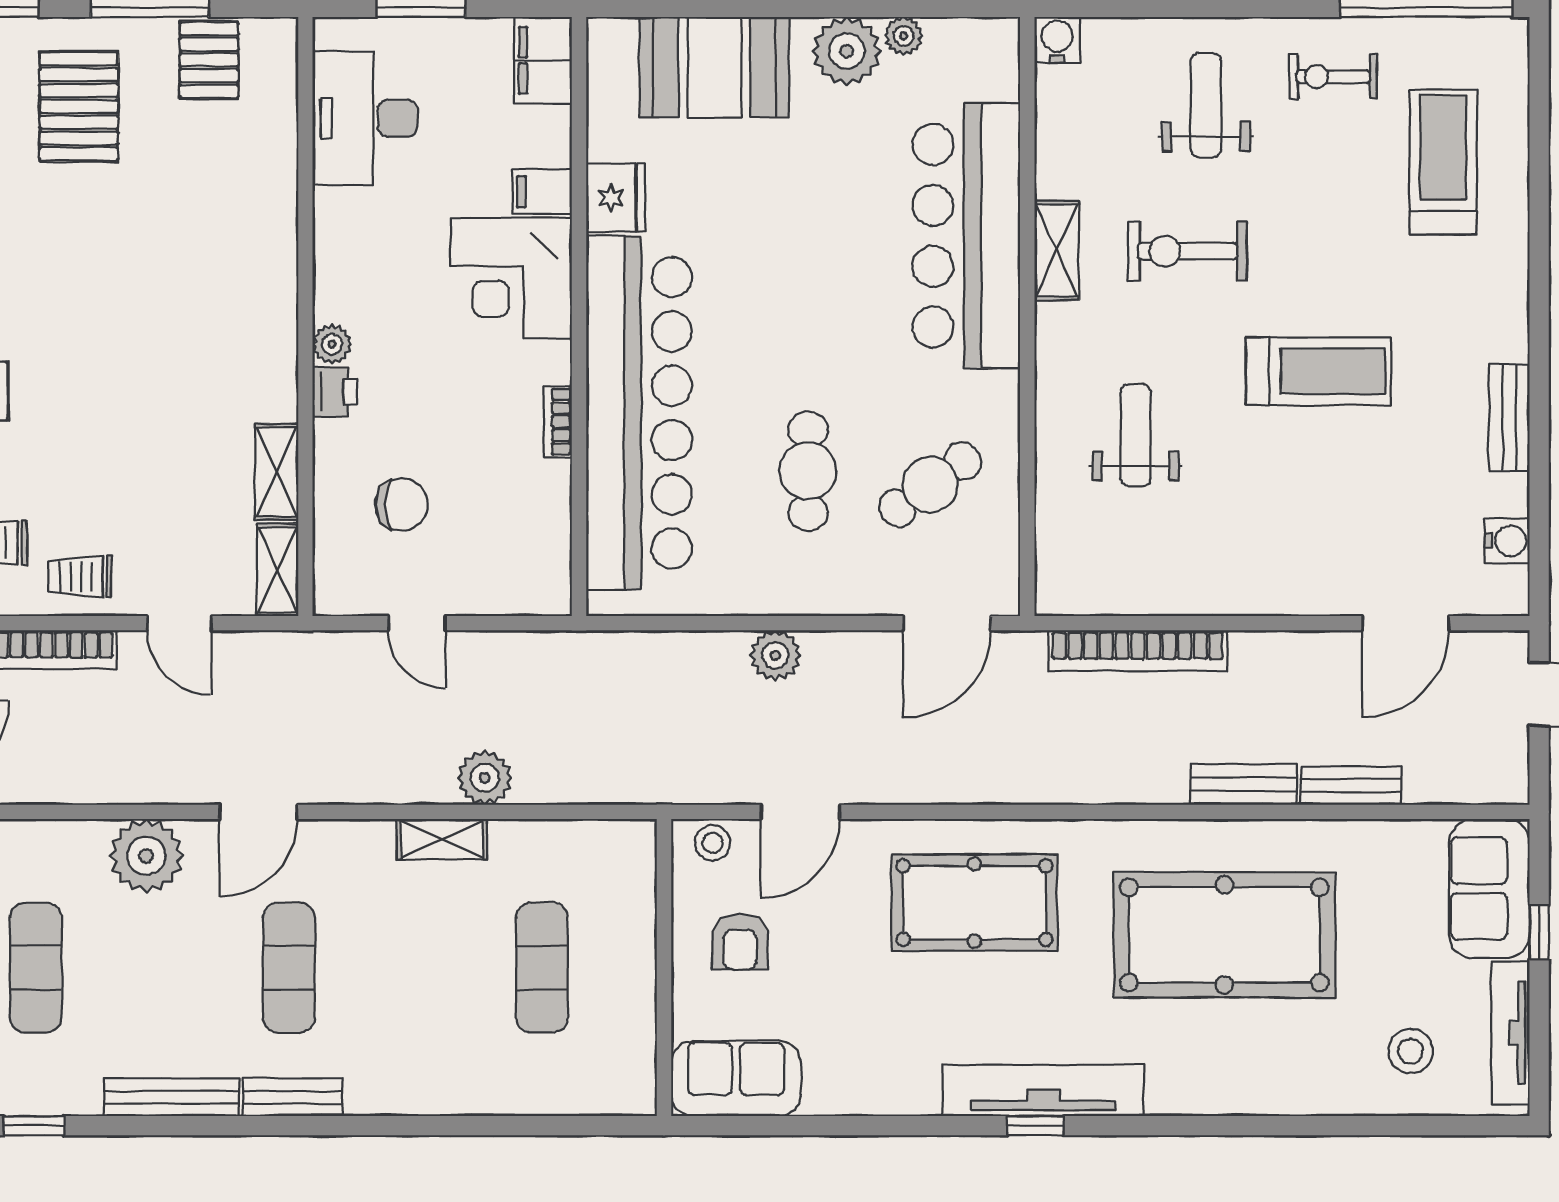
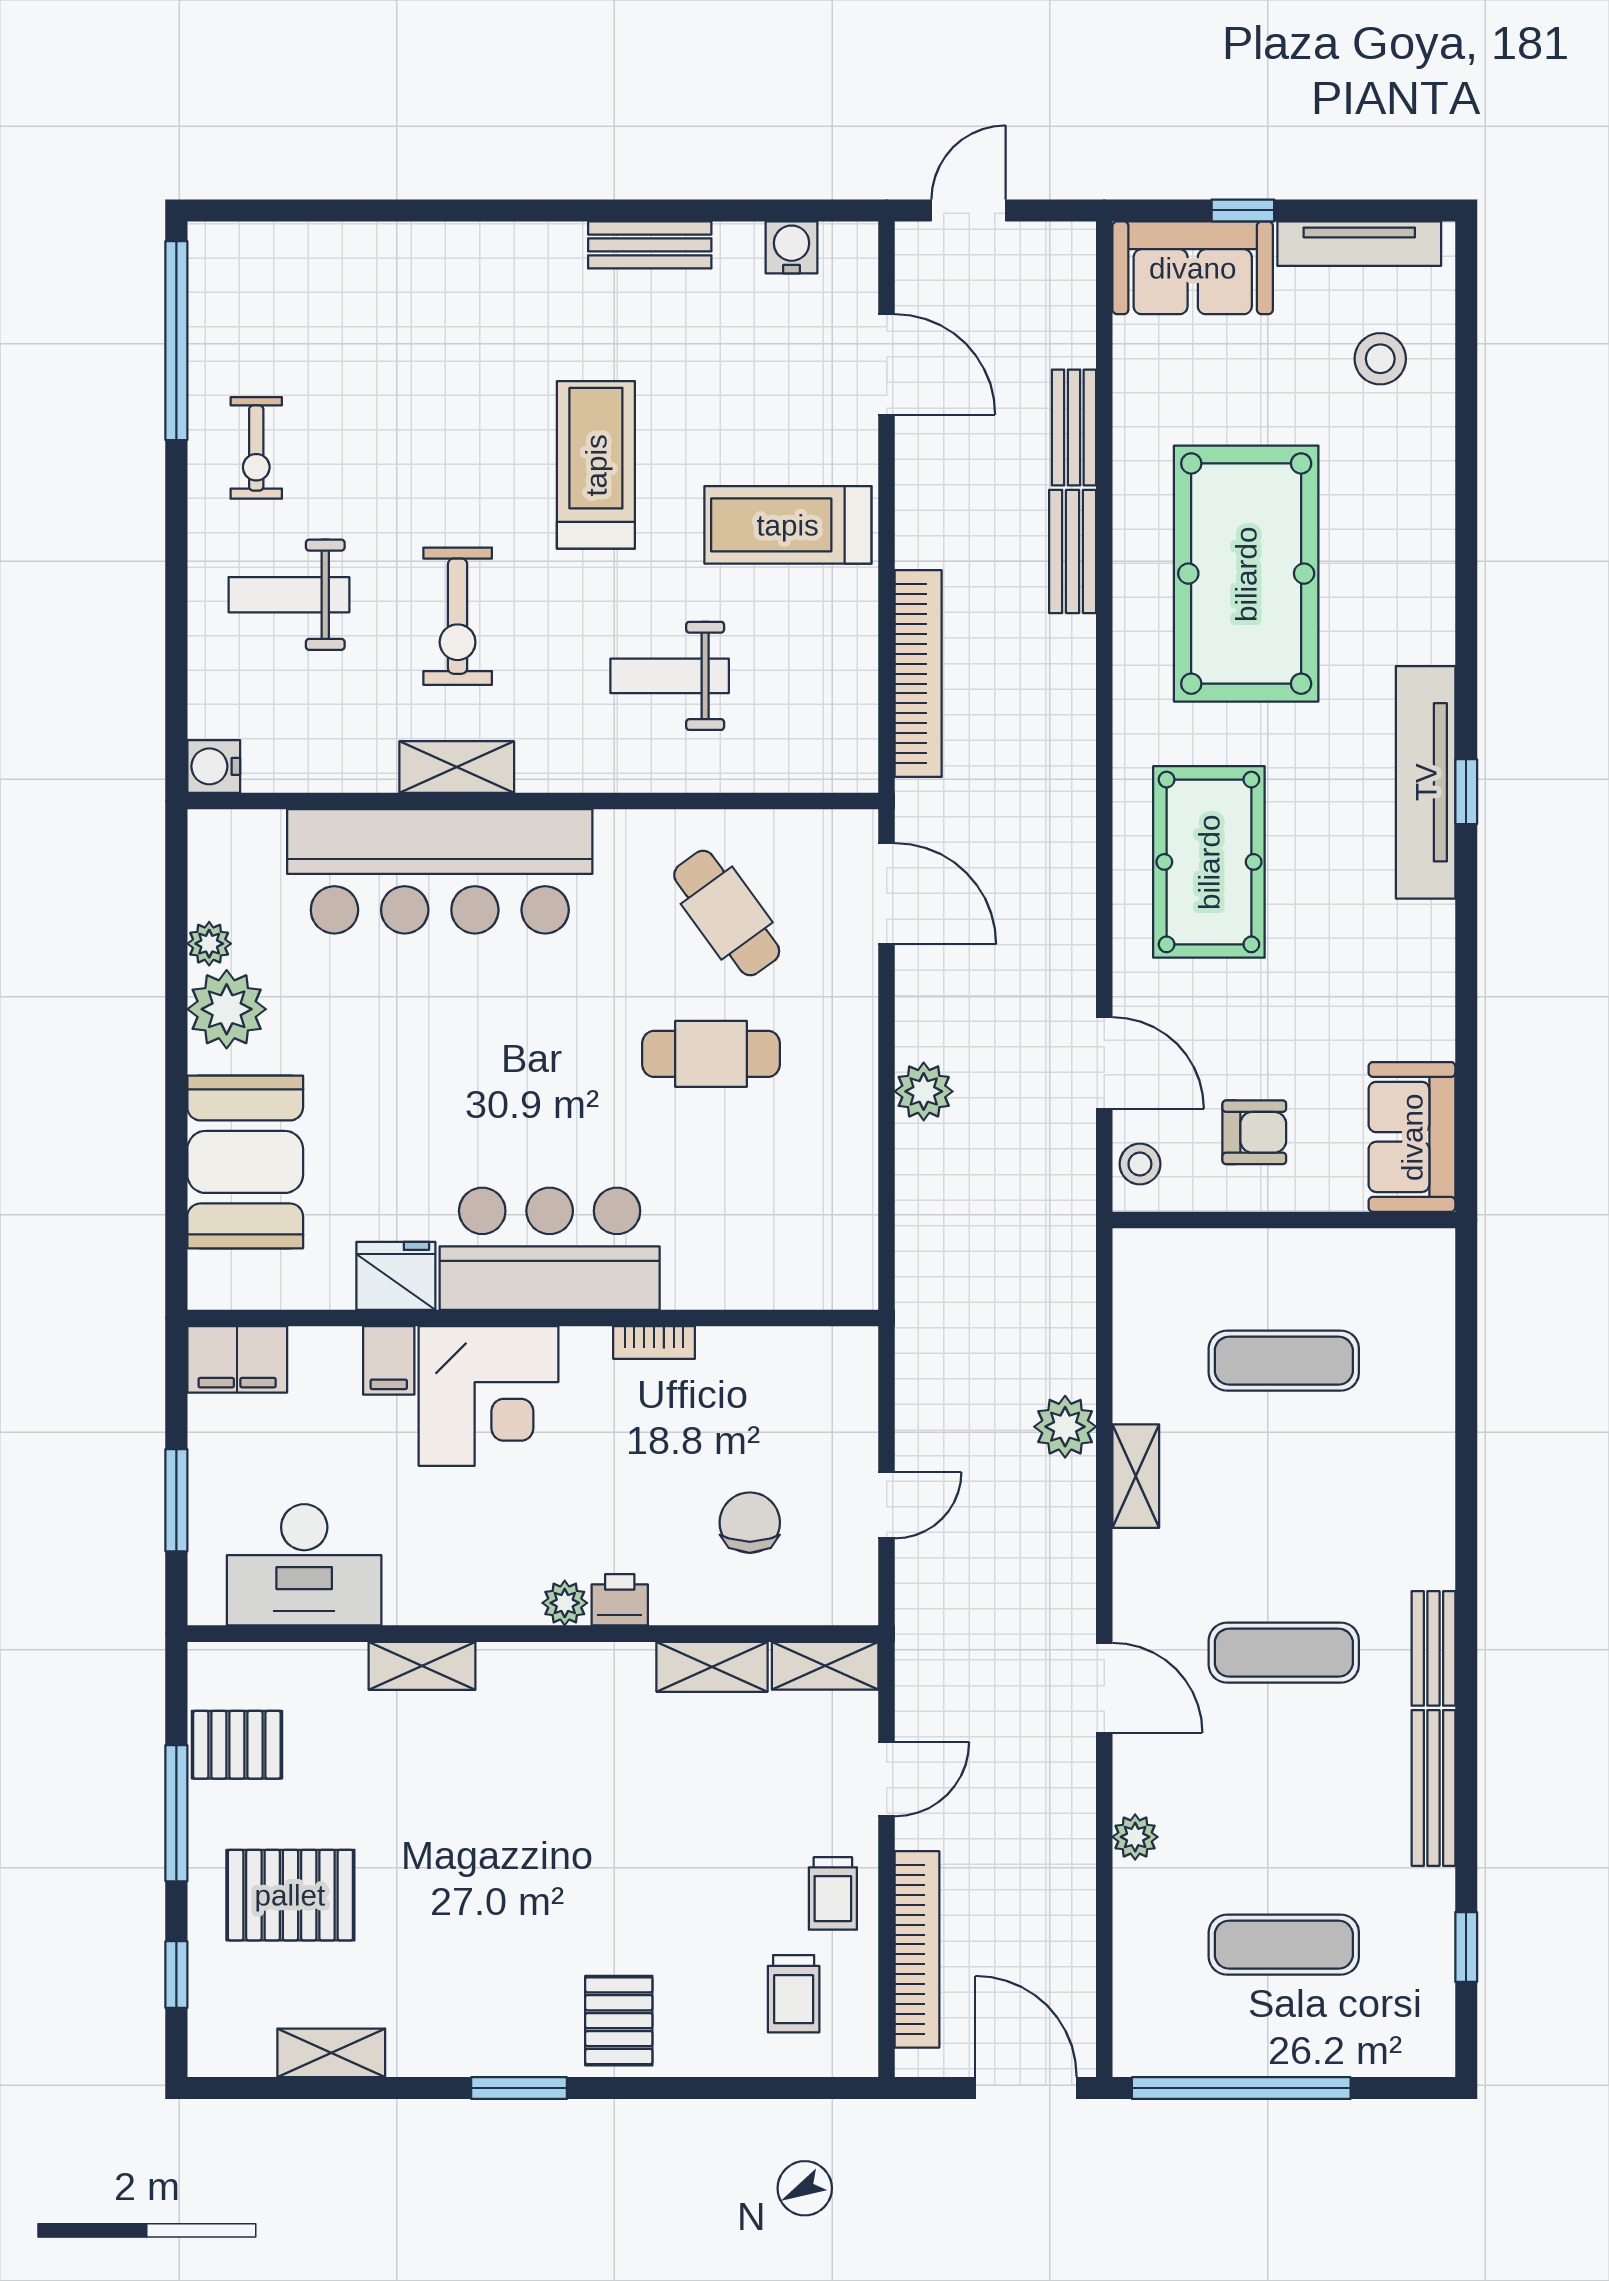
treadmill: (1443, 162) -> (788, 525), moved
shelving: (278, 220) -> (422, 1666), added
bar counter: (639, 413) -> (550, 1249), width x0.54
plant: (146, 856) -> (1135, 1837), width x0.53, depth x0.53

